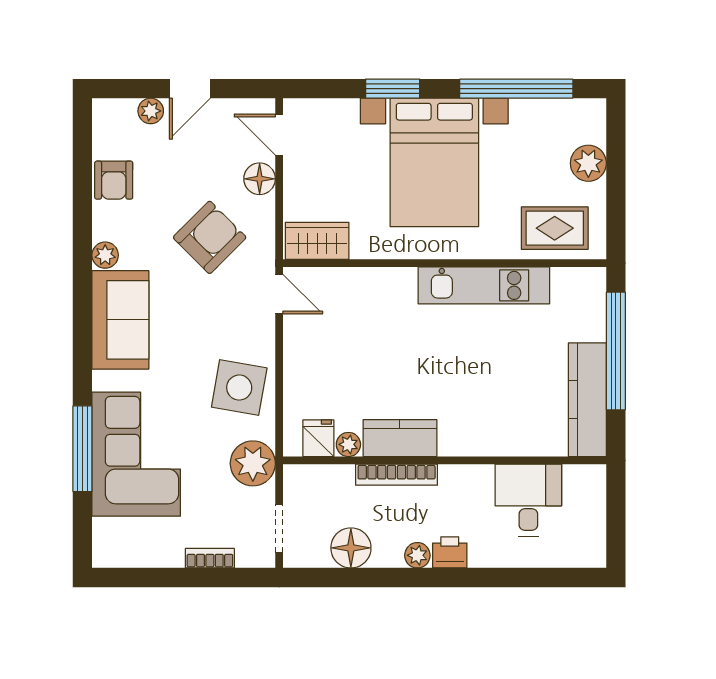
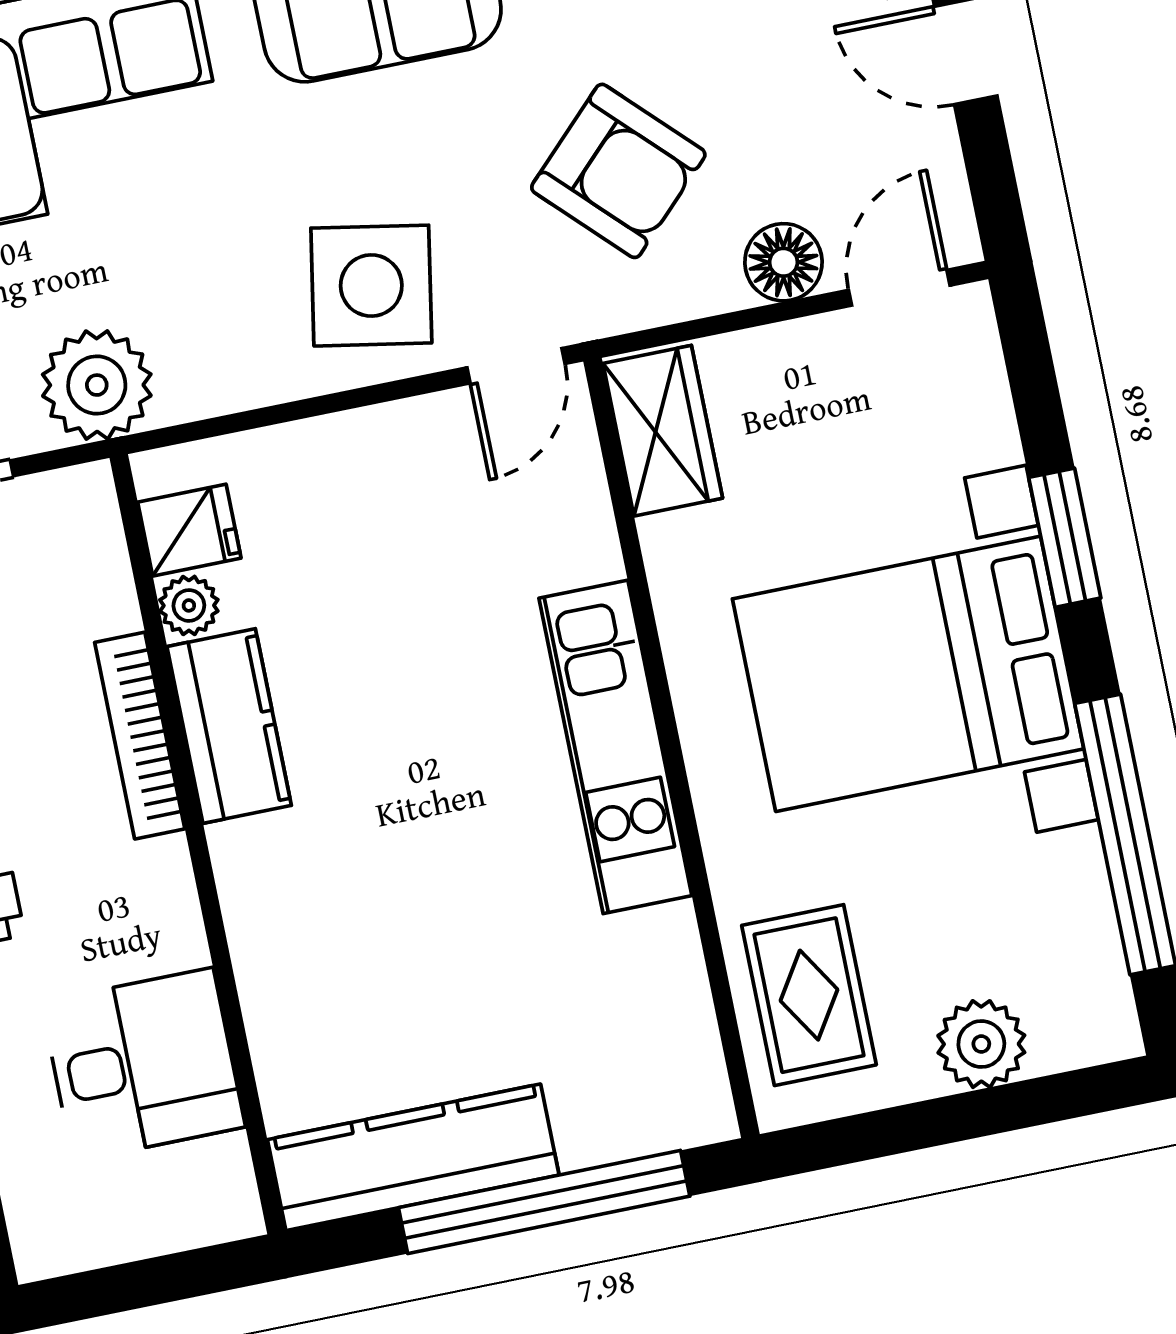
kitchen unit: (484, 285) -> (615, 747), moved
side table: (239, 388) -> (371, 286), moved

